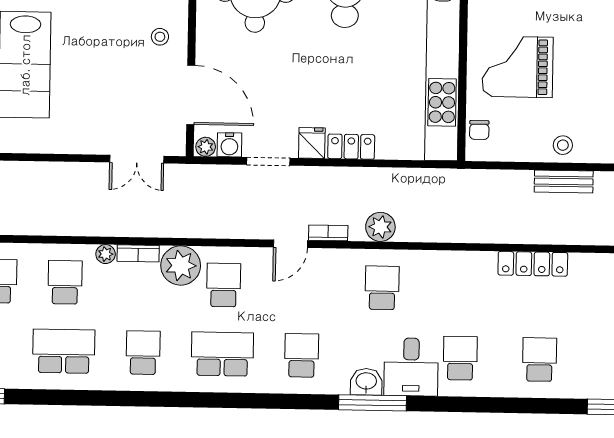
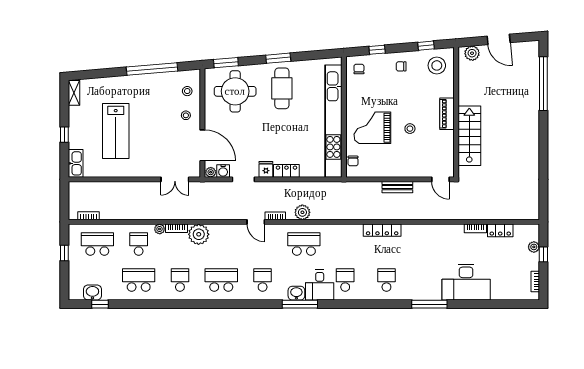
stool: (563, 145) -> (410, 129), moved
door: (290, 244) -> (256, 222), hinge flipped
school desk: (224, 285) -> (221, 244), removed
school desk: (382, 288) -> (304, 244), width x1.85

